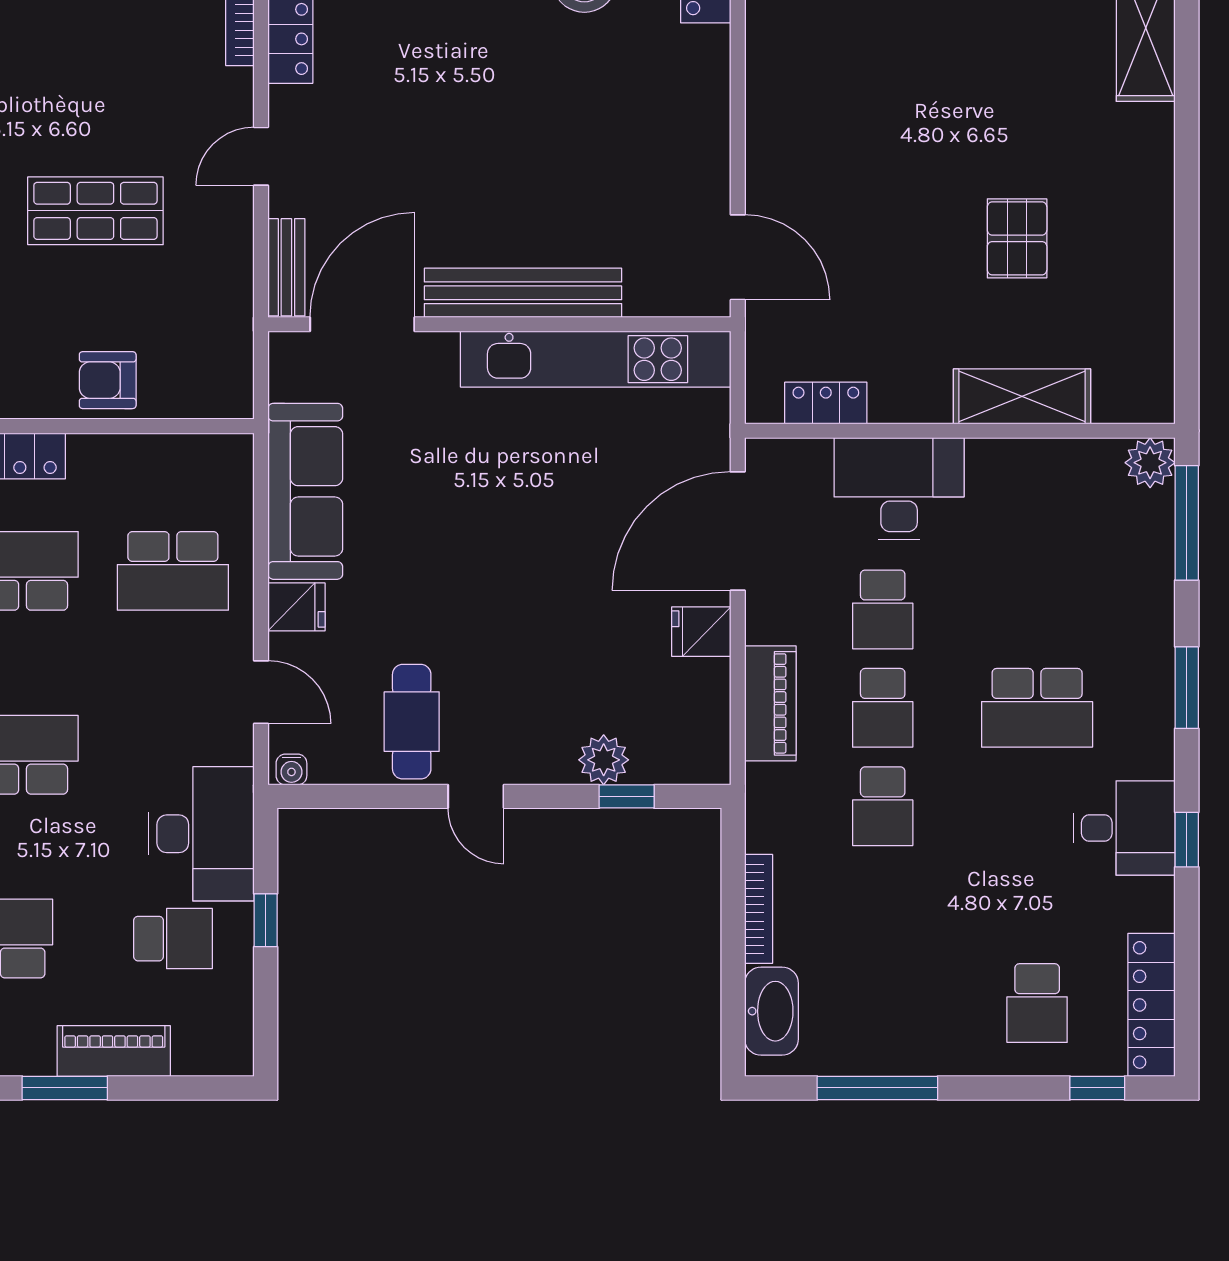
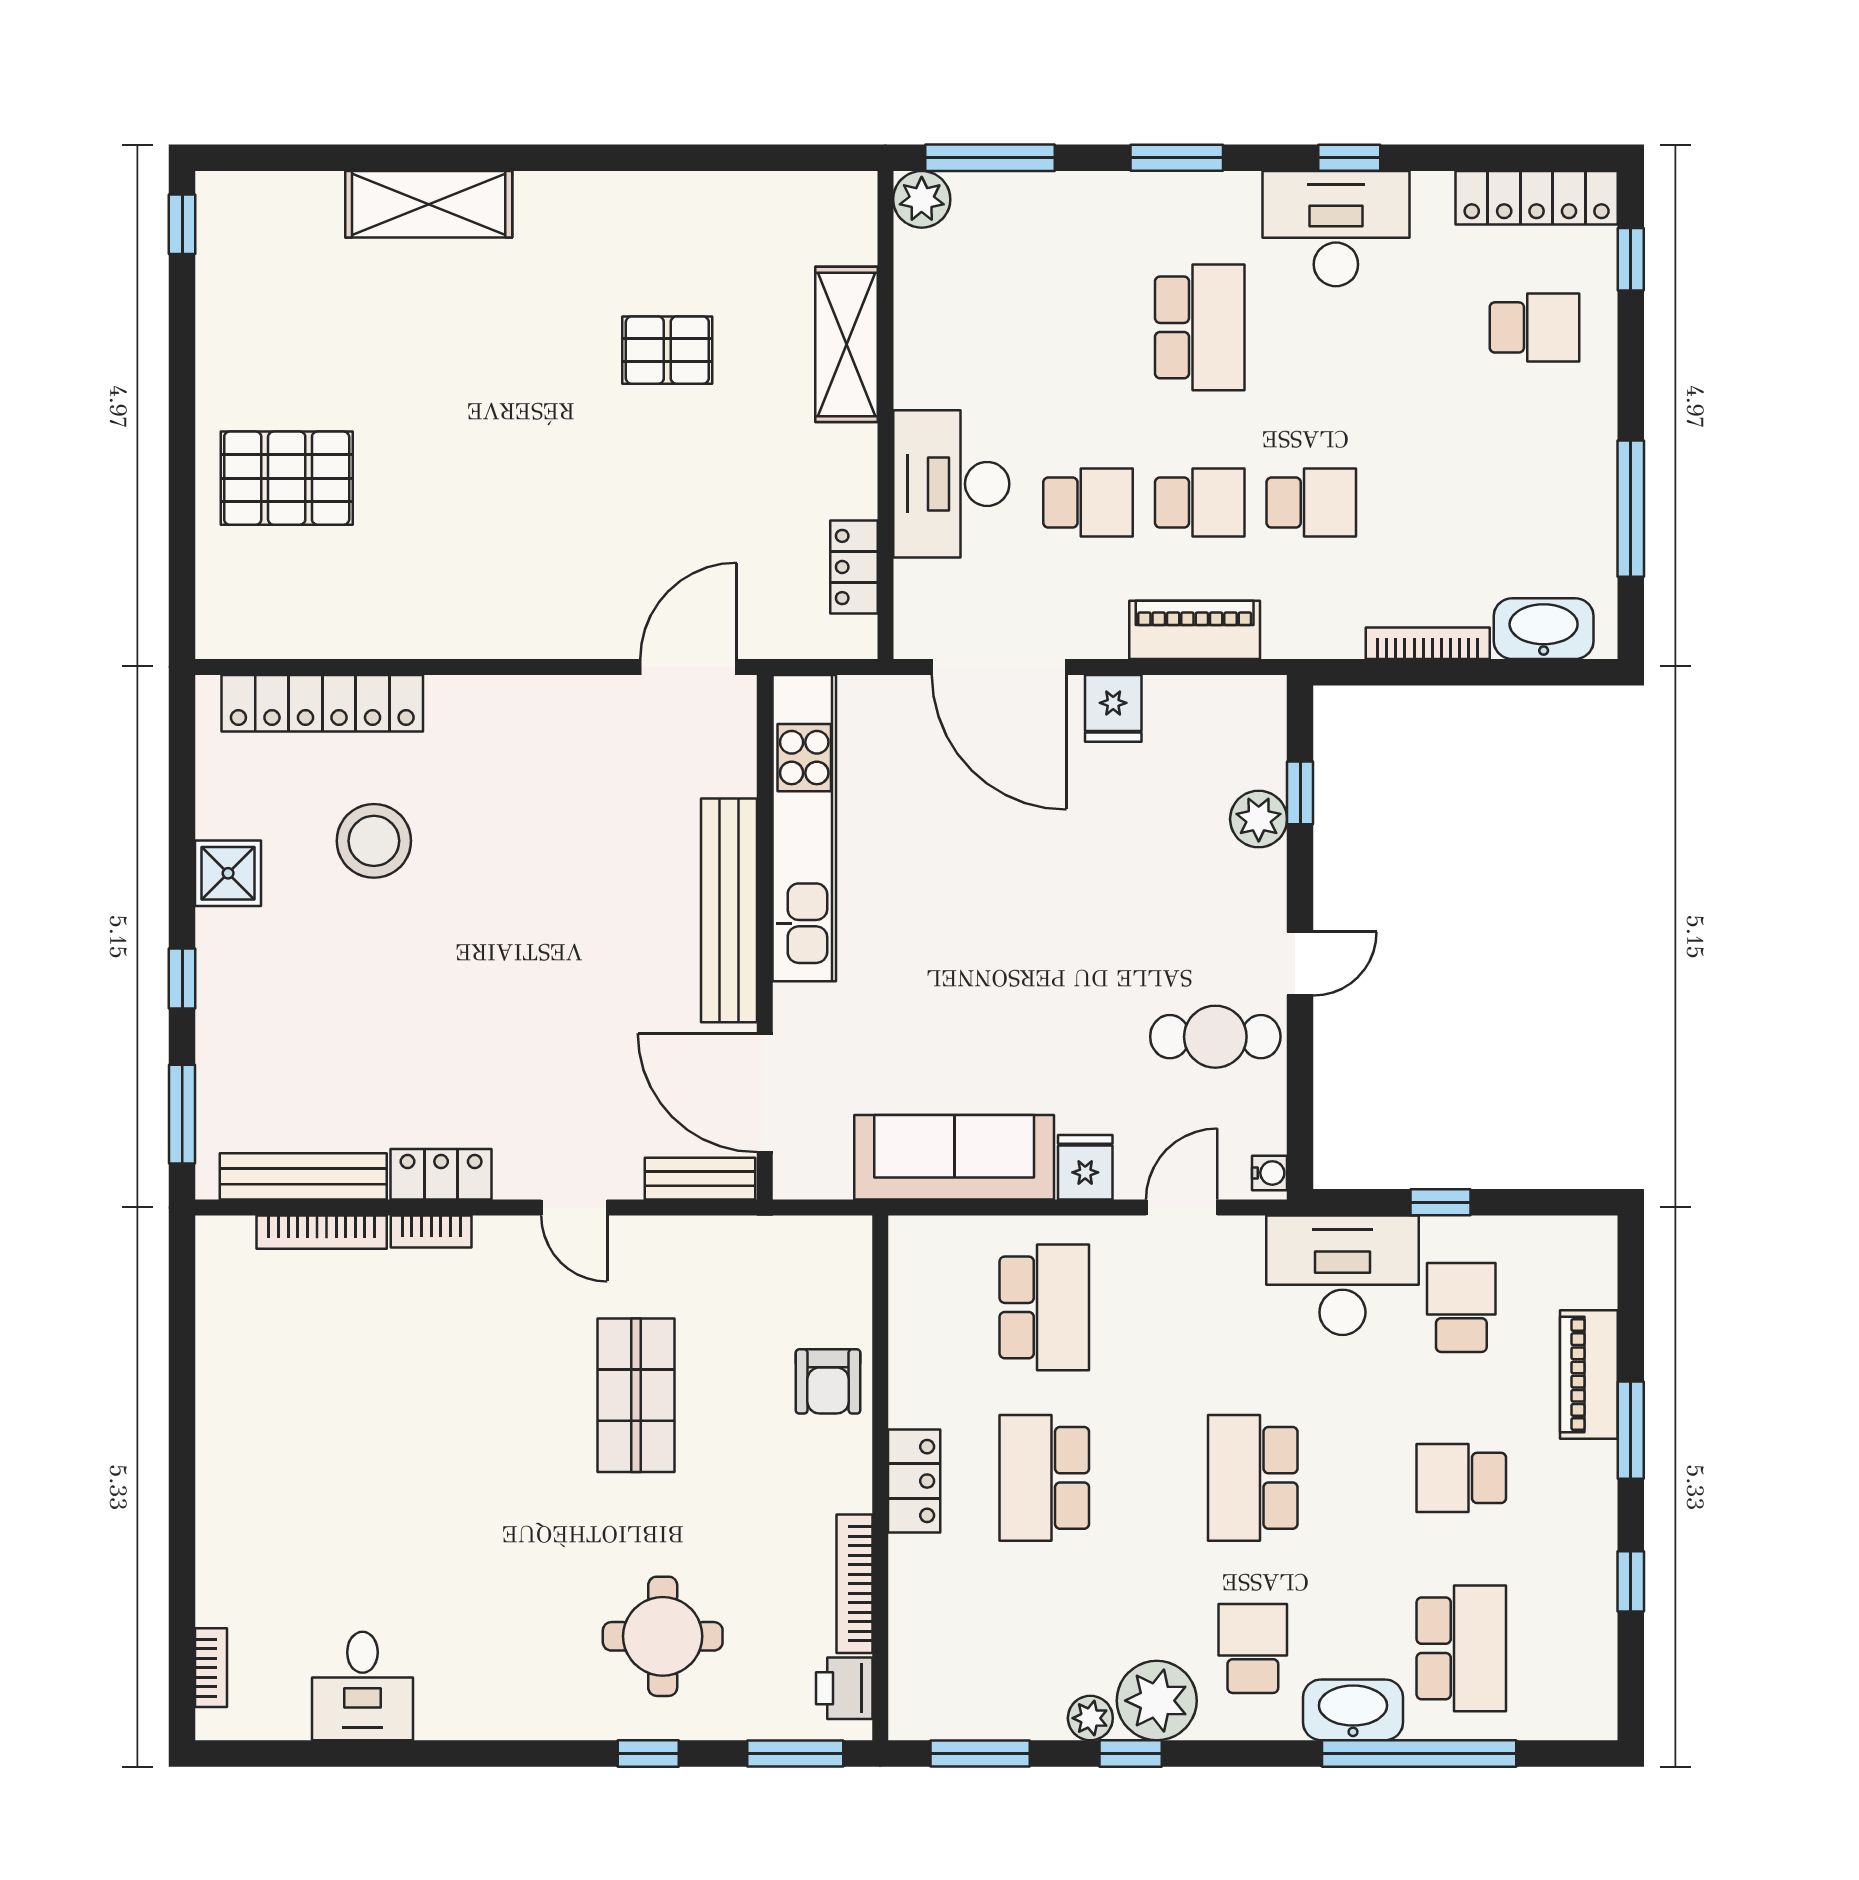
desk: (1124, 828) -> (1336, 229), width x1.37

